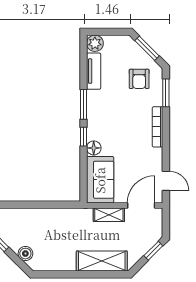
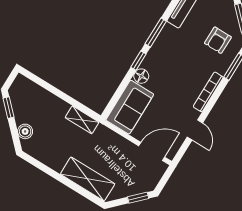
door: (166, 181) -> (195, 130), moved
shelving: (109, 215) -> (82, 120), moved

